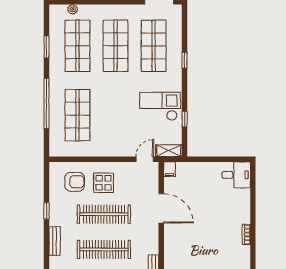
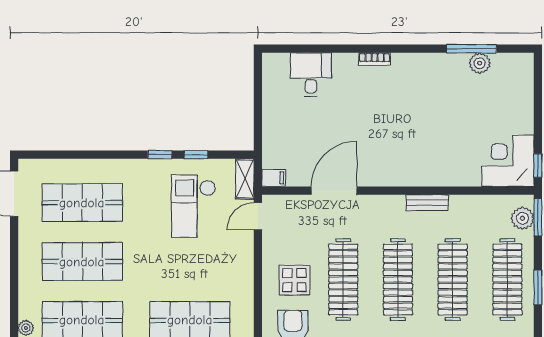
window: (185, 60) -> (160, 155), moved
checkout: (160, 106) -> (194, 206), moved
door: (145, 159) -> (258, 216), hinge flipped
desk: (236, 175) -> (311, 75), moved

